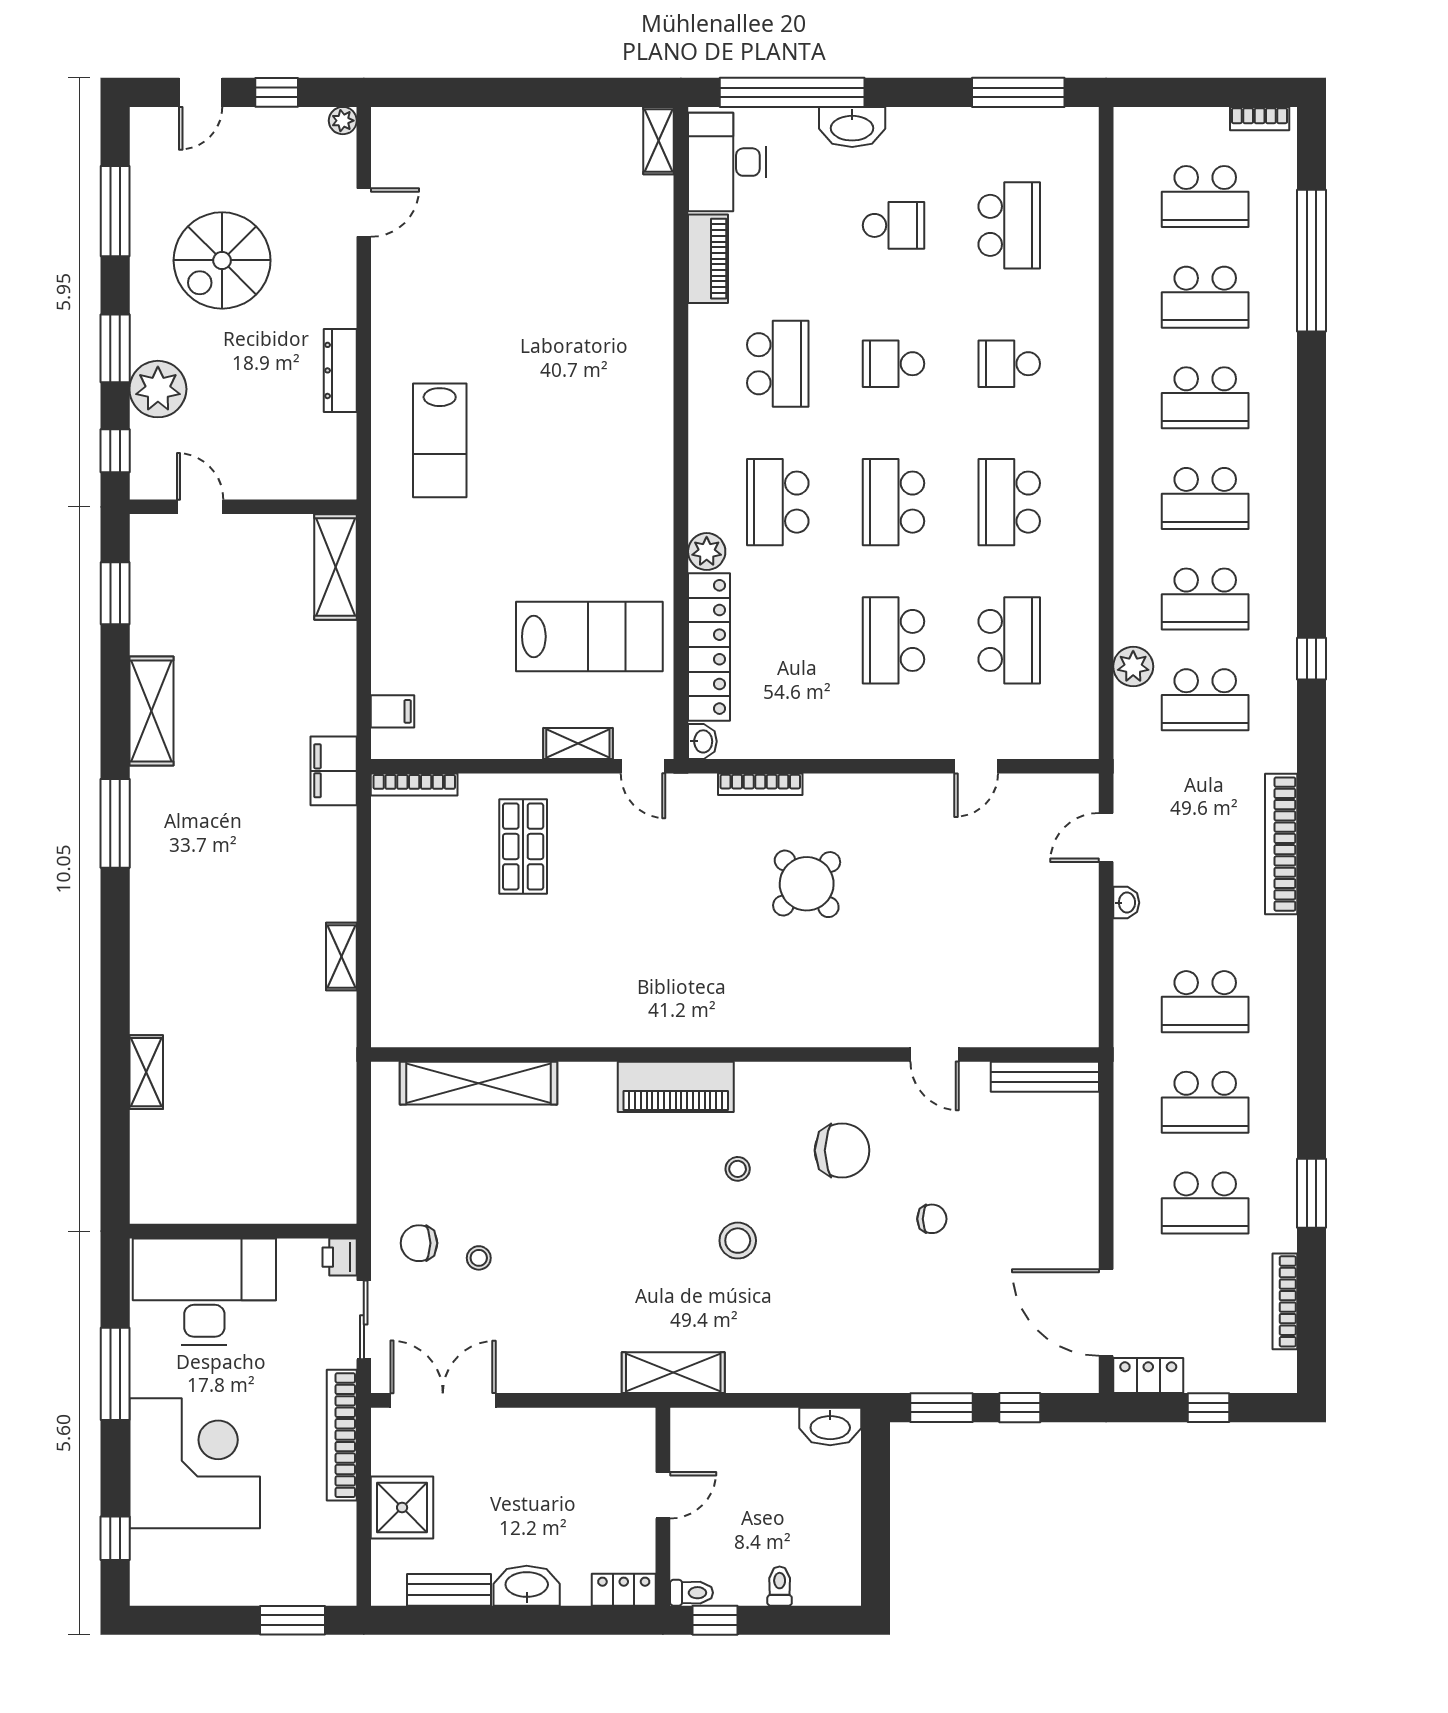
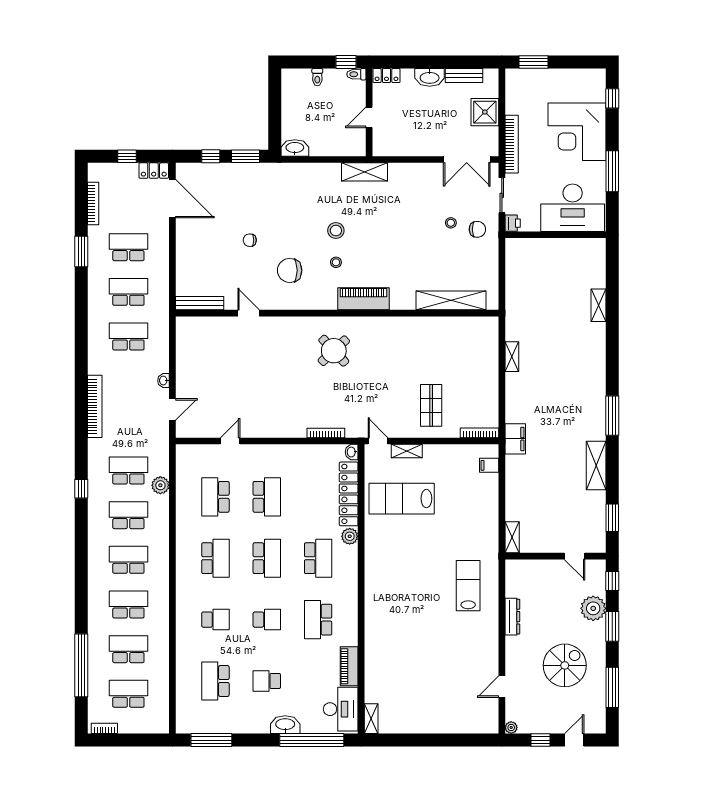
shelving: (335, 567) -> (512, 537), width x0.67, depth x0.75
round table: (807, 884) -> (334, 351), moved

